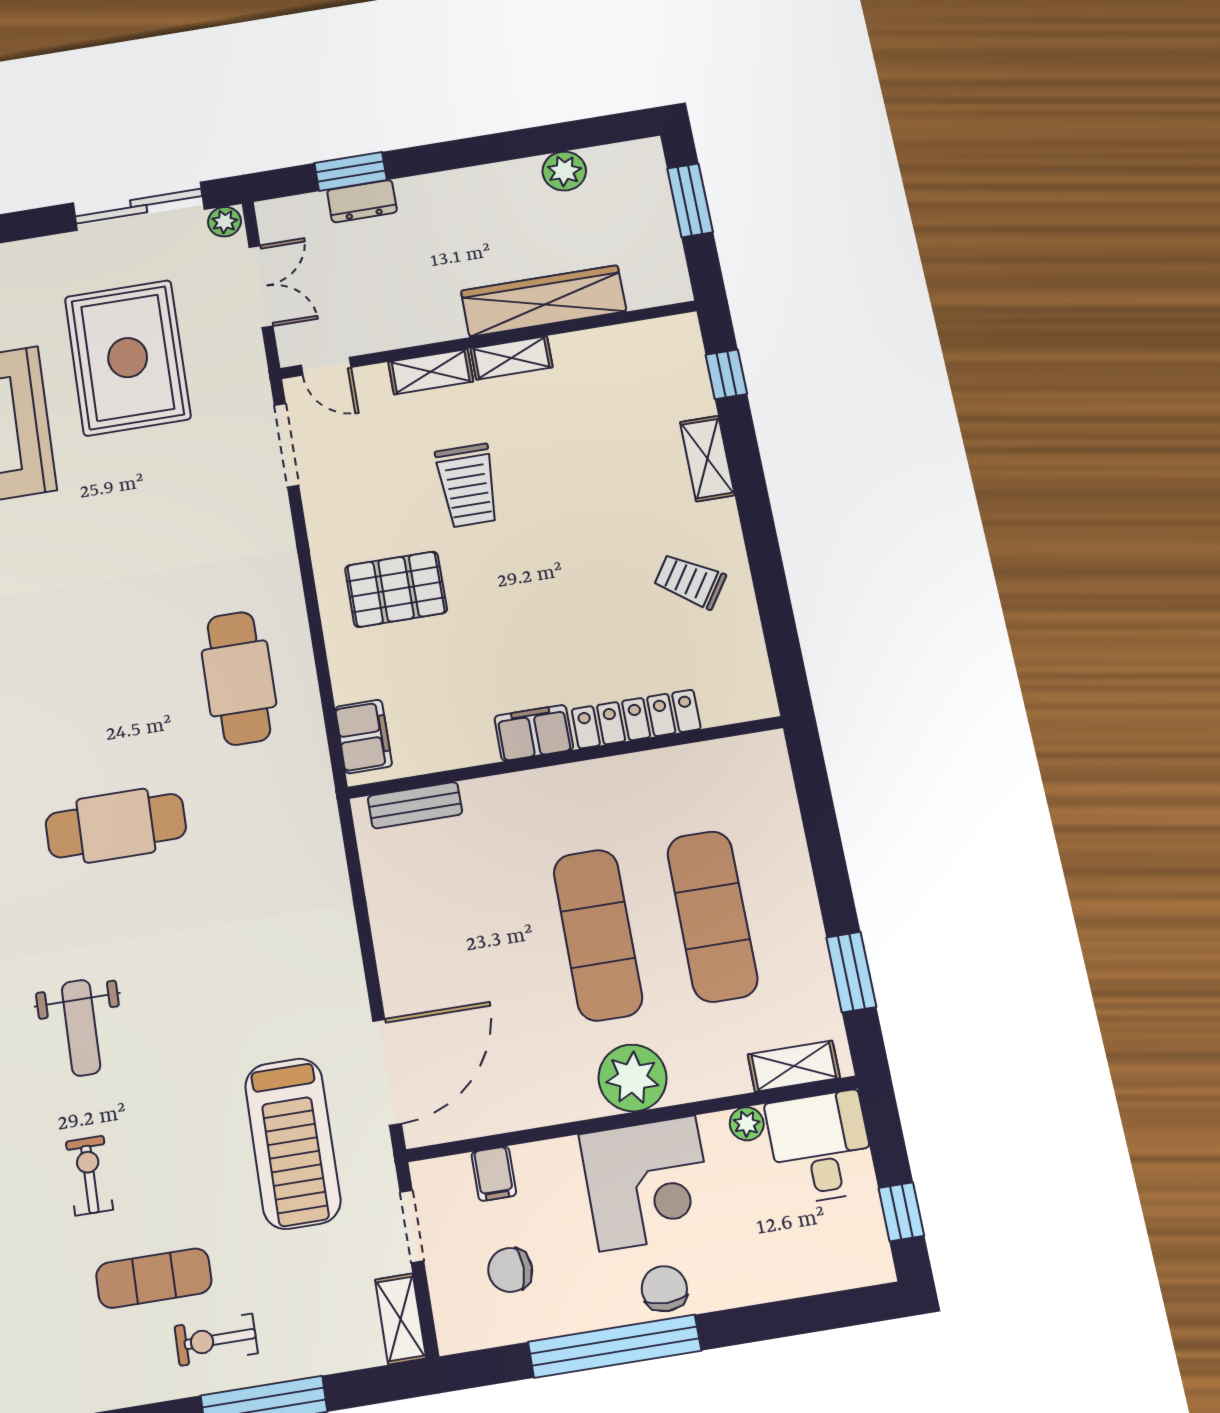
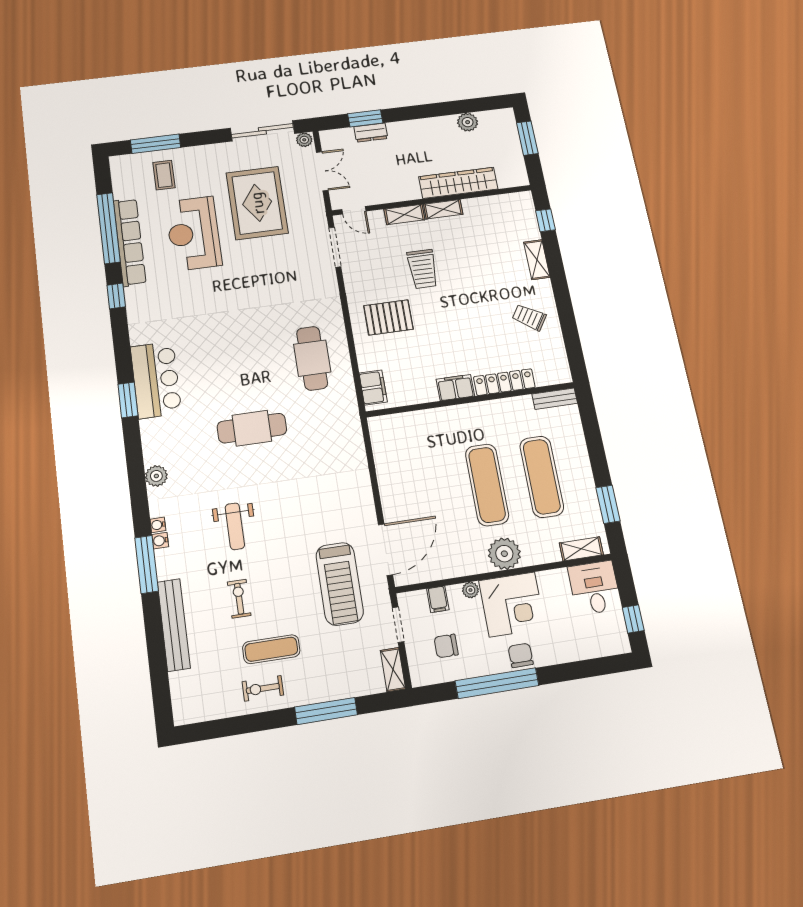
bench: (415, 805) -> (555, 399), moved
plant: (747, 1124) -> (470, 590), moved
exercise bike: (216, 1340) -> (263, 688), moved

